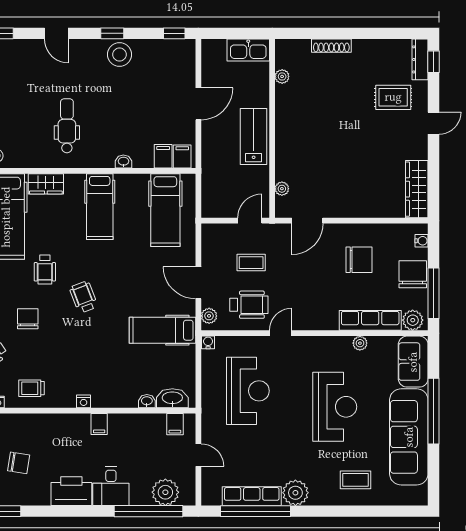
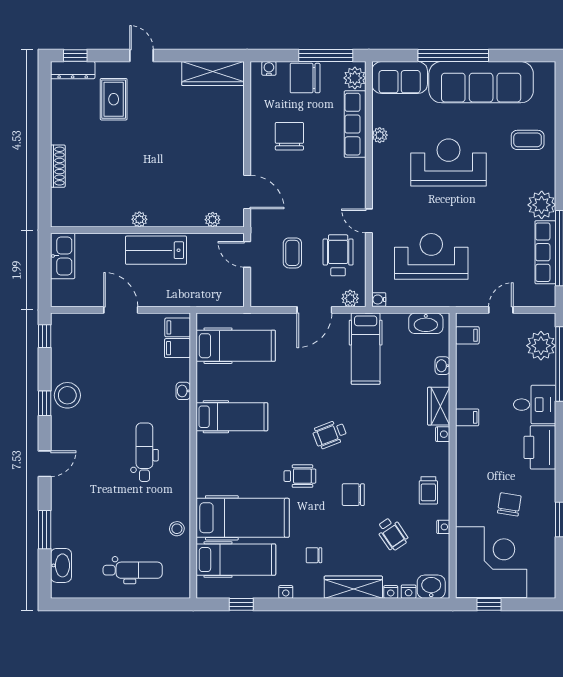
plant: (282, 76) -> (139, 219), moved
dental chair: (67, 126) -> (144, 452), turned 90
wardrobe: (46, 184) -> (439, 406), moved, turned 180
washbasin: (172, 398) -> (426, 323), moved, turned -90
coffee table: (356, 480) -> (528, 140), turned 90

